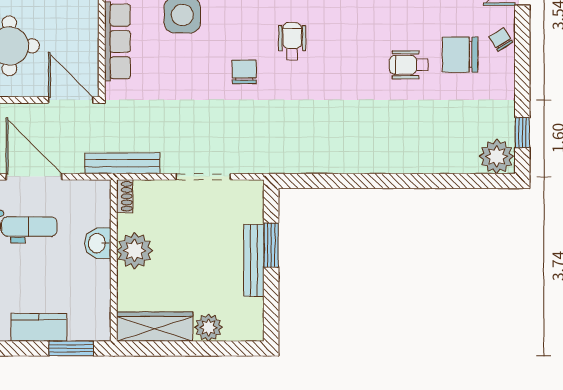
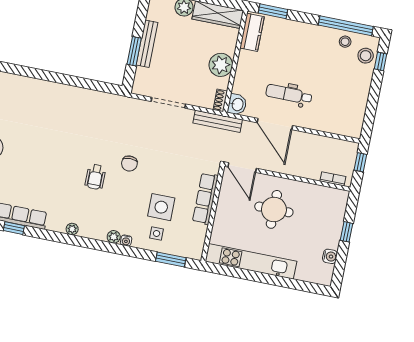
wheelchair: (409, 65) -> (25, 147), removed
washbasin: (98, 243) -> (237, 104), moved
kitchen counter: (39, 327) -> (252, 32), moved, turned -90

